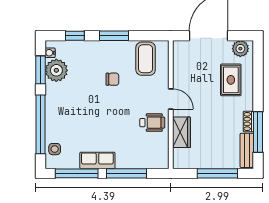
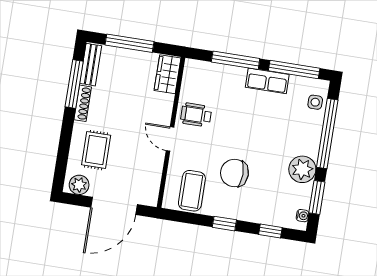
window: (114, 36) -> (224, 224), width x0.67
plant: (56, 70) -> (302, 169), moved
chair: (112, 79) -> (234, 173), width x1.87, depth x1.87
shoe rack: (248, 121) -> (83, 103), width x1.43
wardrobe: (181, 132) -> (167, 74), moved

